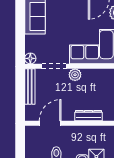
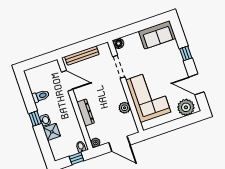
plant: (75, 75) -> (125, 108), moved
bench: (30, 87) -> (82, 56), moved

